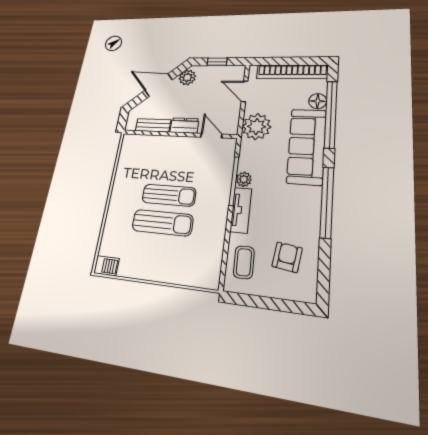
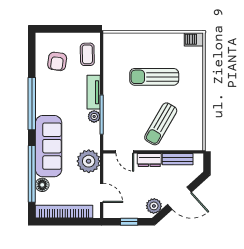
sun lounger: (169, 195) -> (161, 124), moved, turned -60

